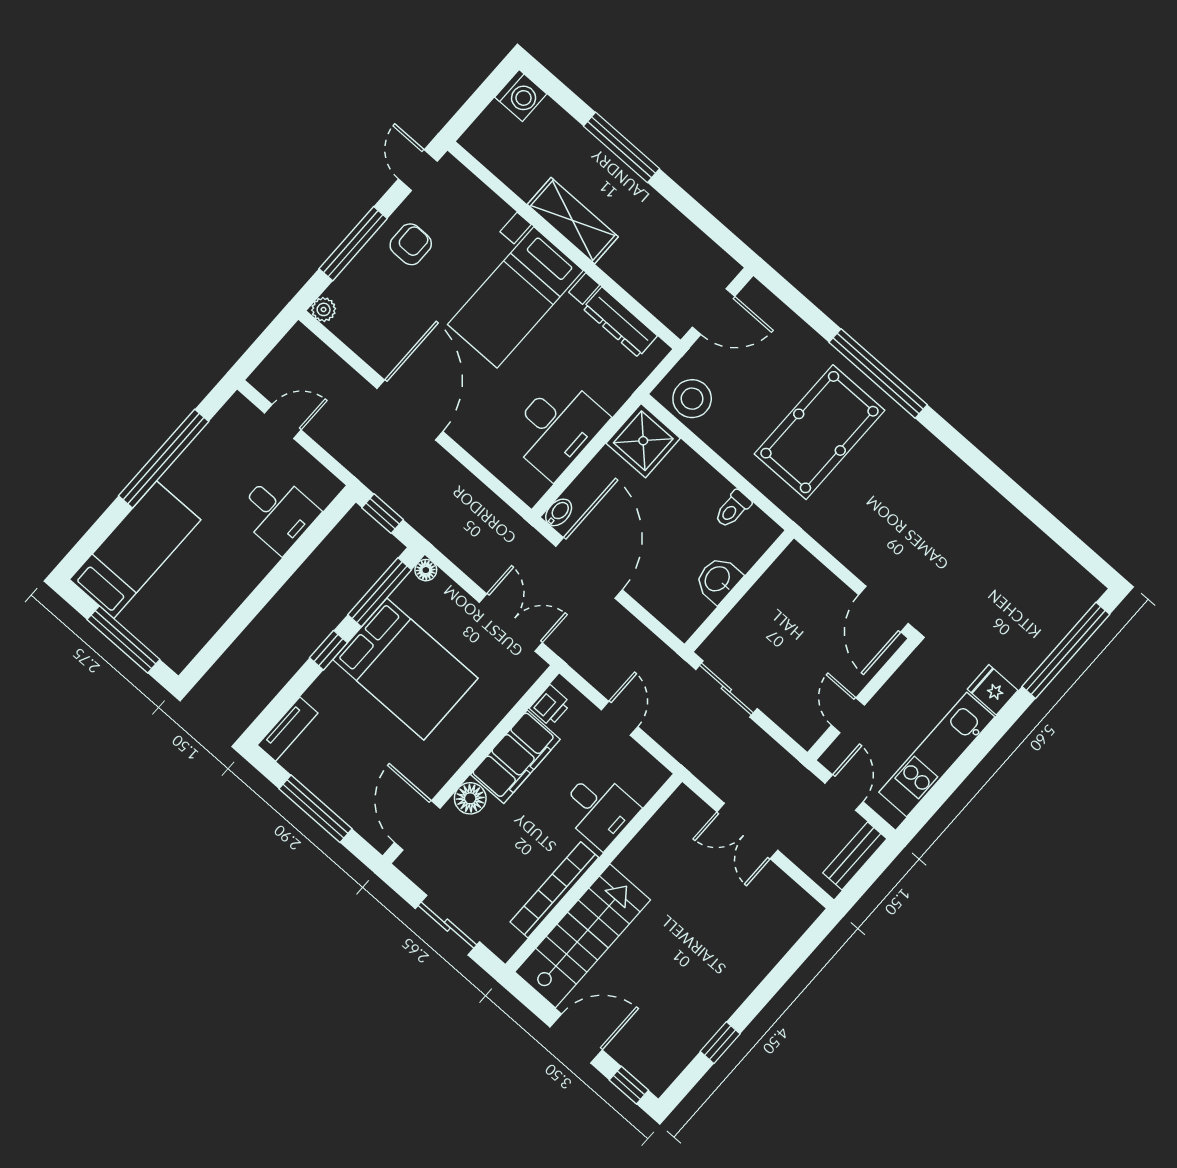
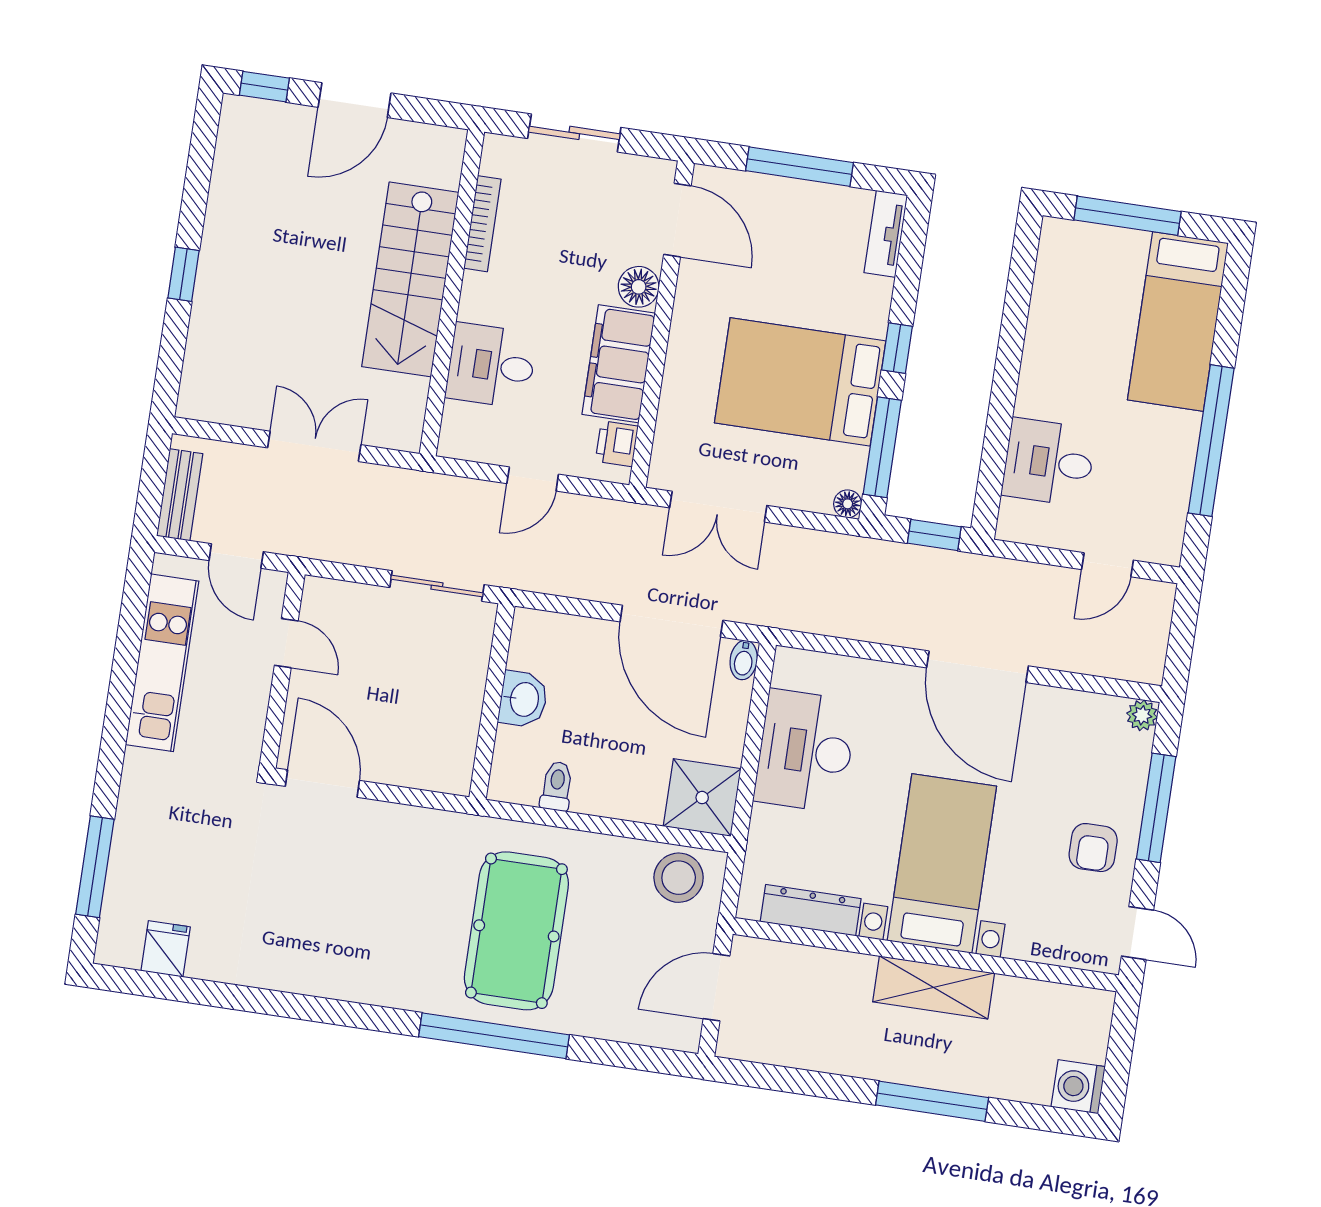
window: (1066, 650) -> (95, 867), width x0.68
fridge: (993, 690) -> (166, 949), moved, turned -90
door: (619, 718) -> (533, 479), hinge flipped
bookcase: (554, 890) -> (482, 224), width x0.68, depth x0.76
stairs: (583, 936) -> (410, 279), moved
window: (720, 1043) -> (183, 274), moved

